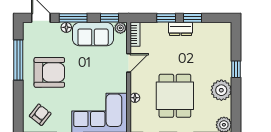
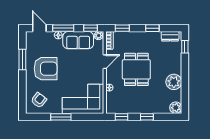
window: (166, 18) -> (122, 28), moved
dresser: (181, 29) -> (170, 36), moved
window: (18, 60) -> (22, 59), width x0.69
window: (236, 69) -> (185, 47), moved
dining table: (175, 96) -> (136, 69), moved

